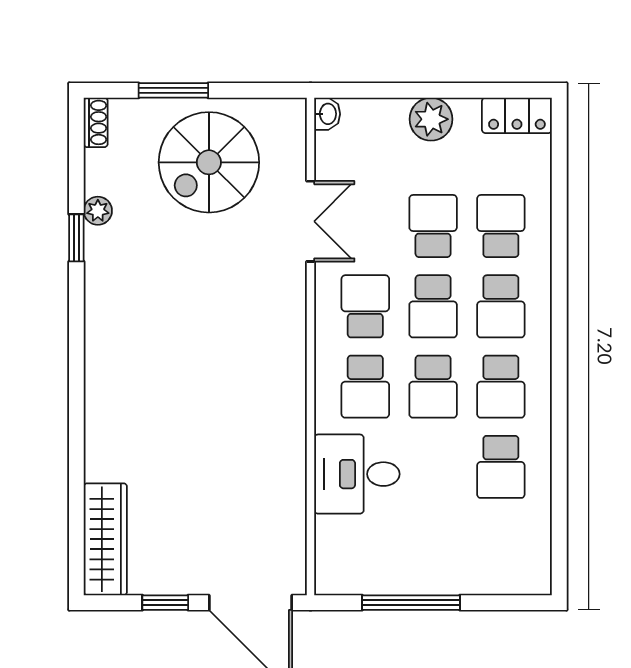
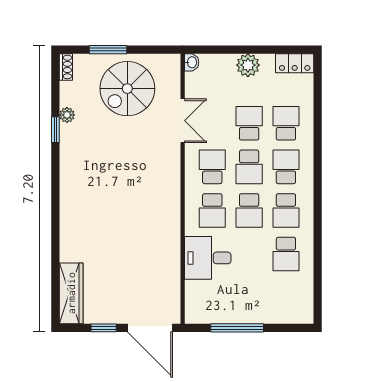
school desk: (501, 306) -> (286, 167), turned 180

